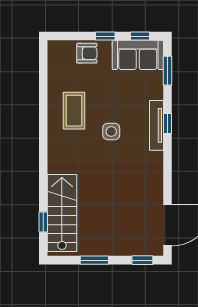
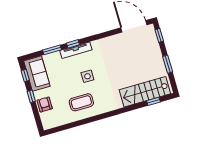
window: (167, 71) -> (52, 50), moved

